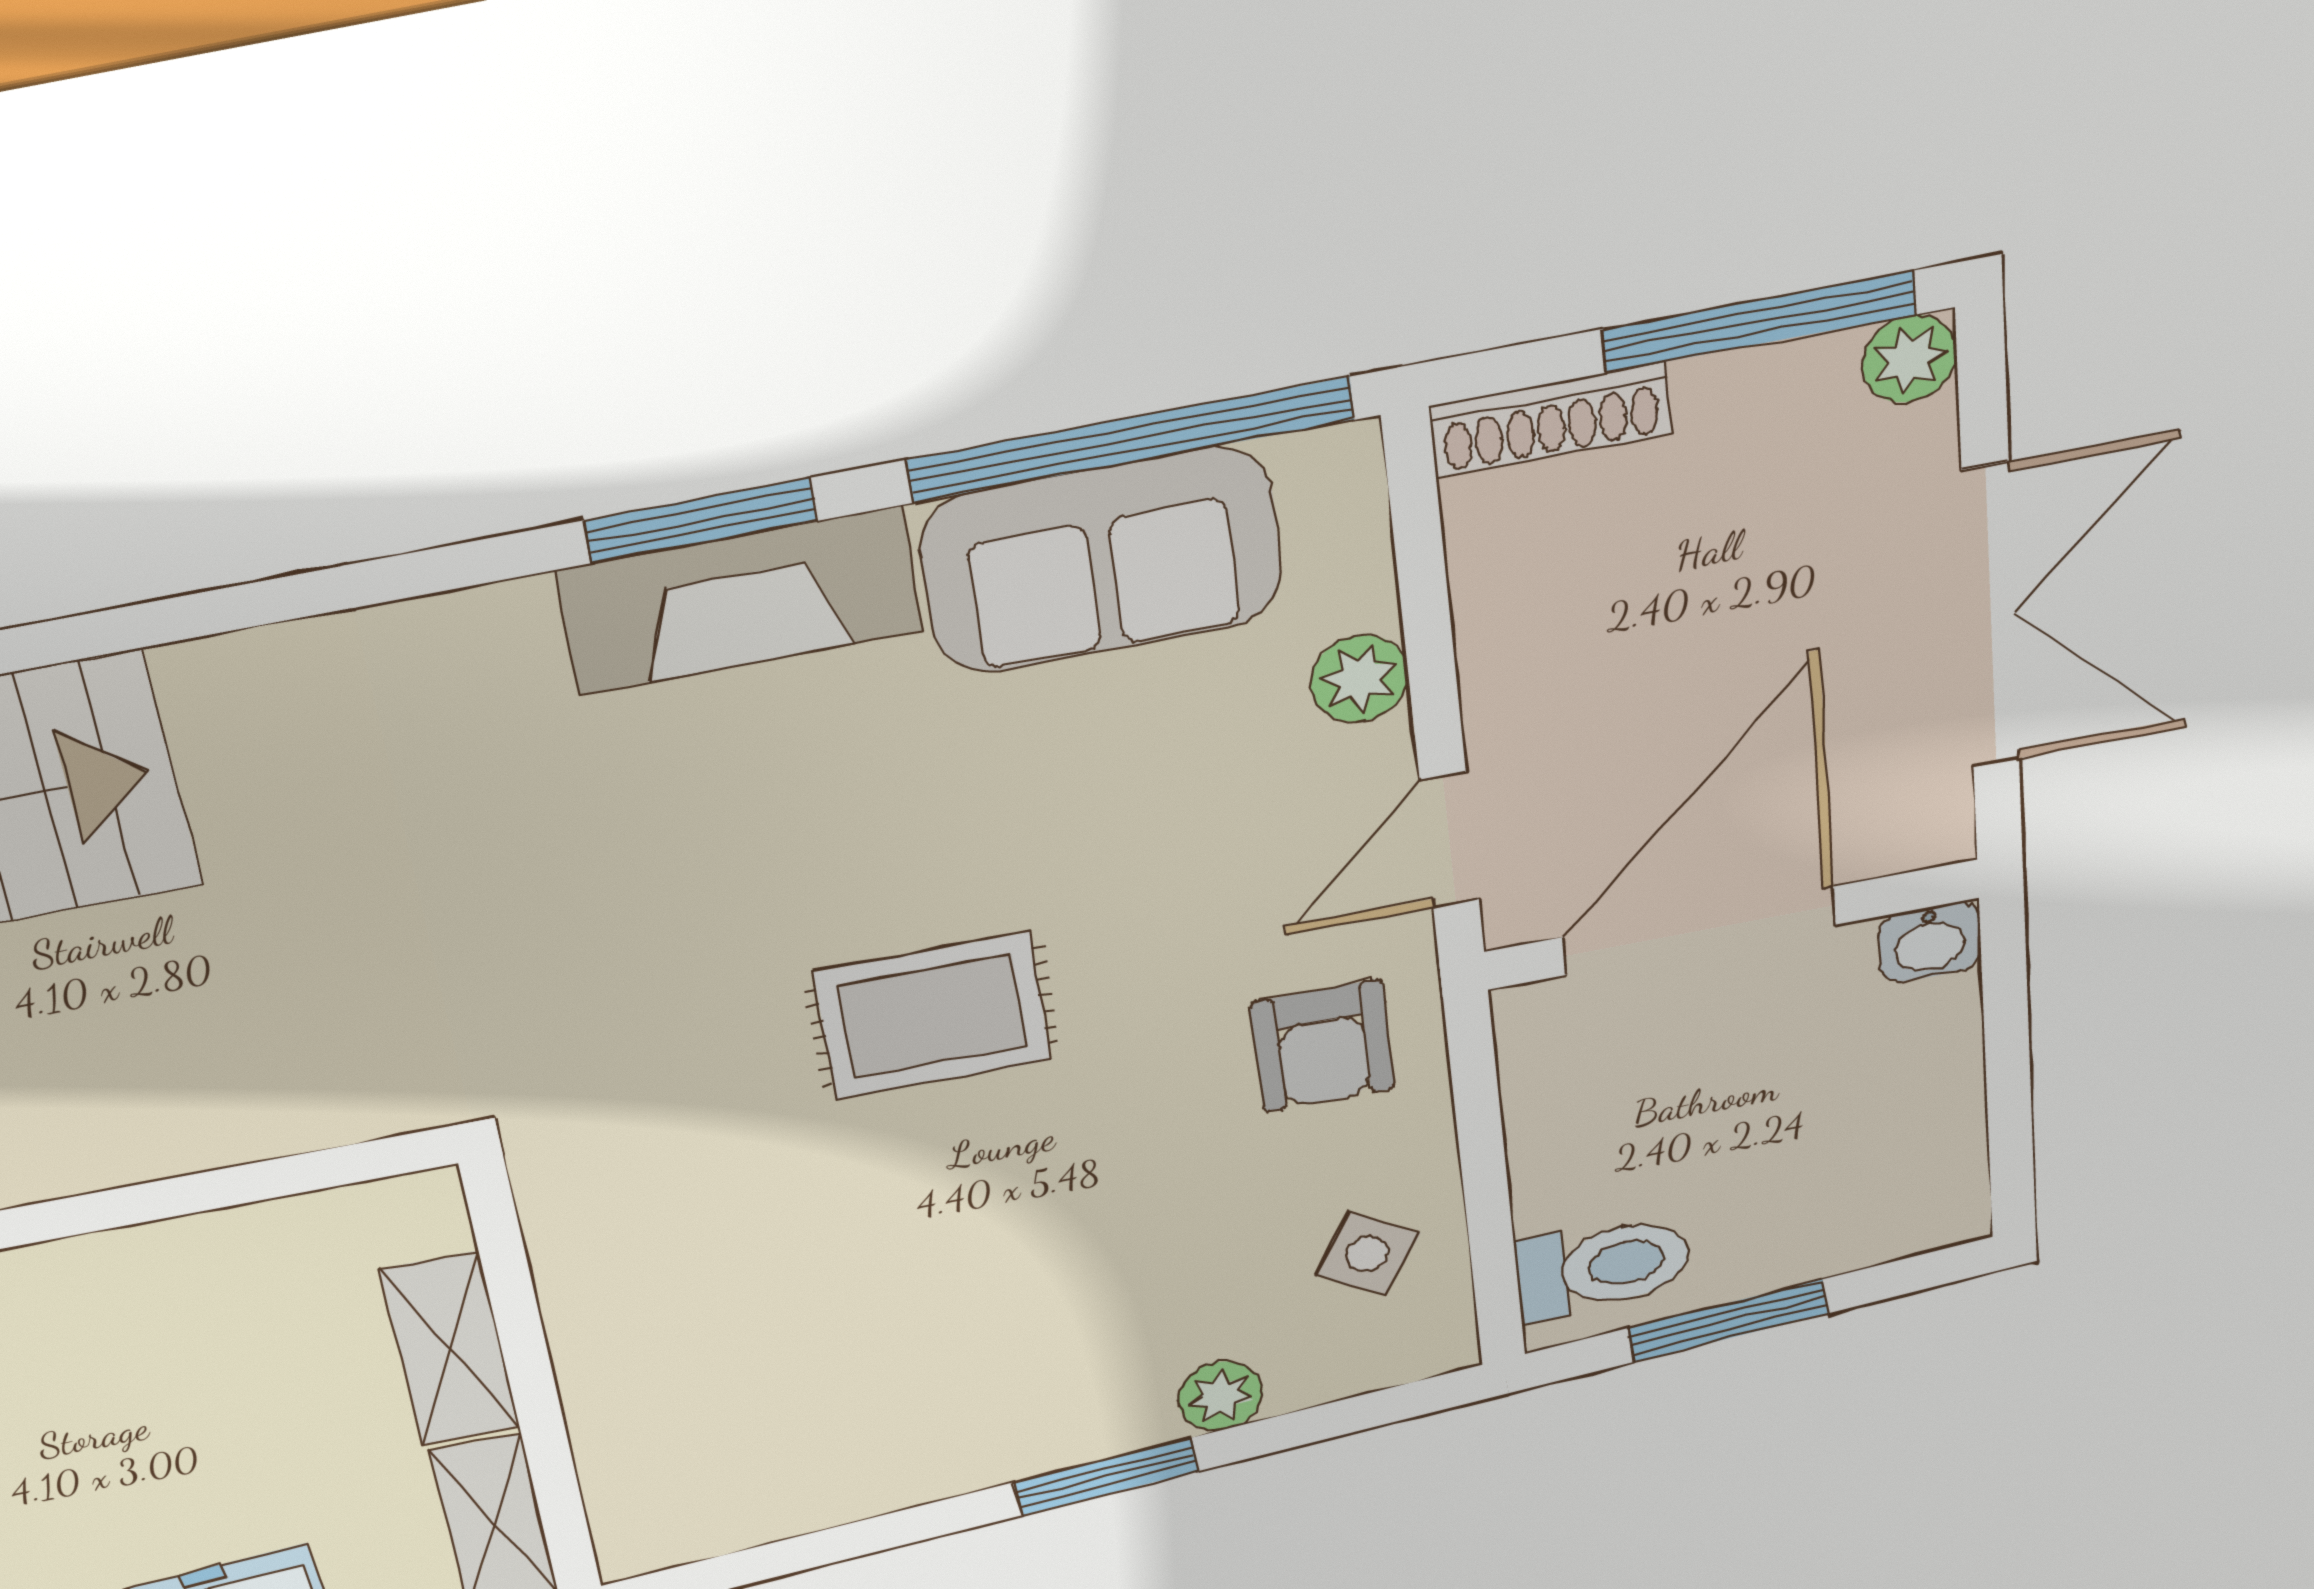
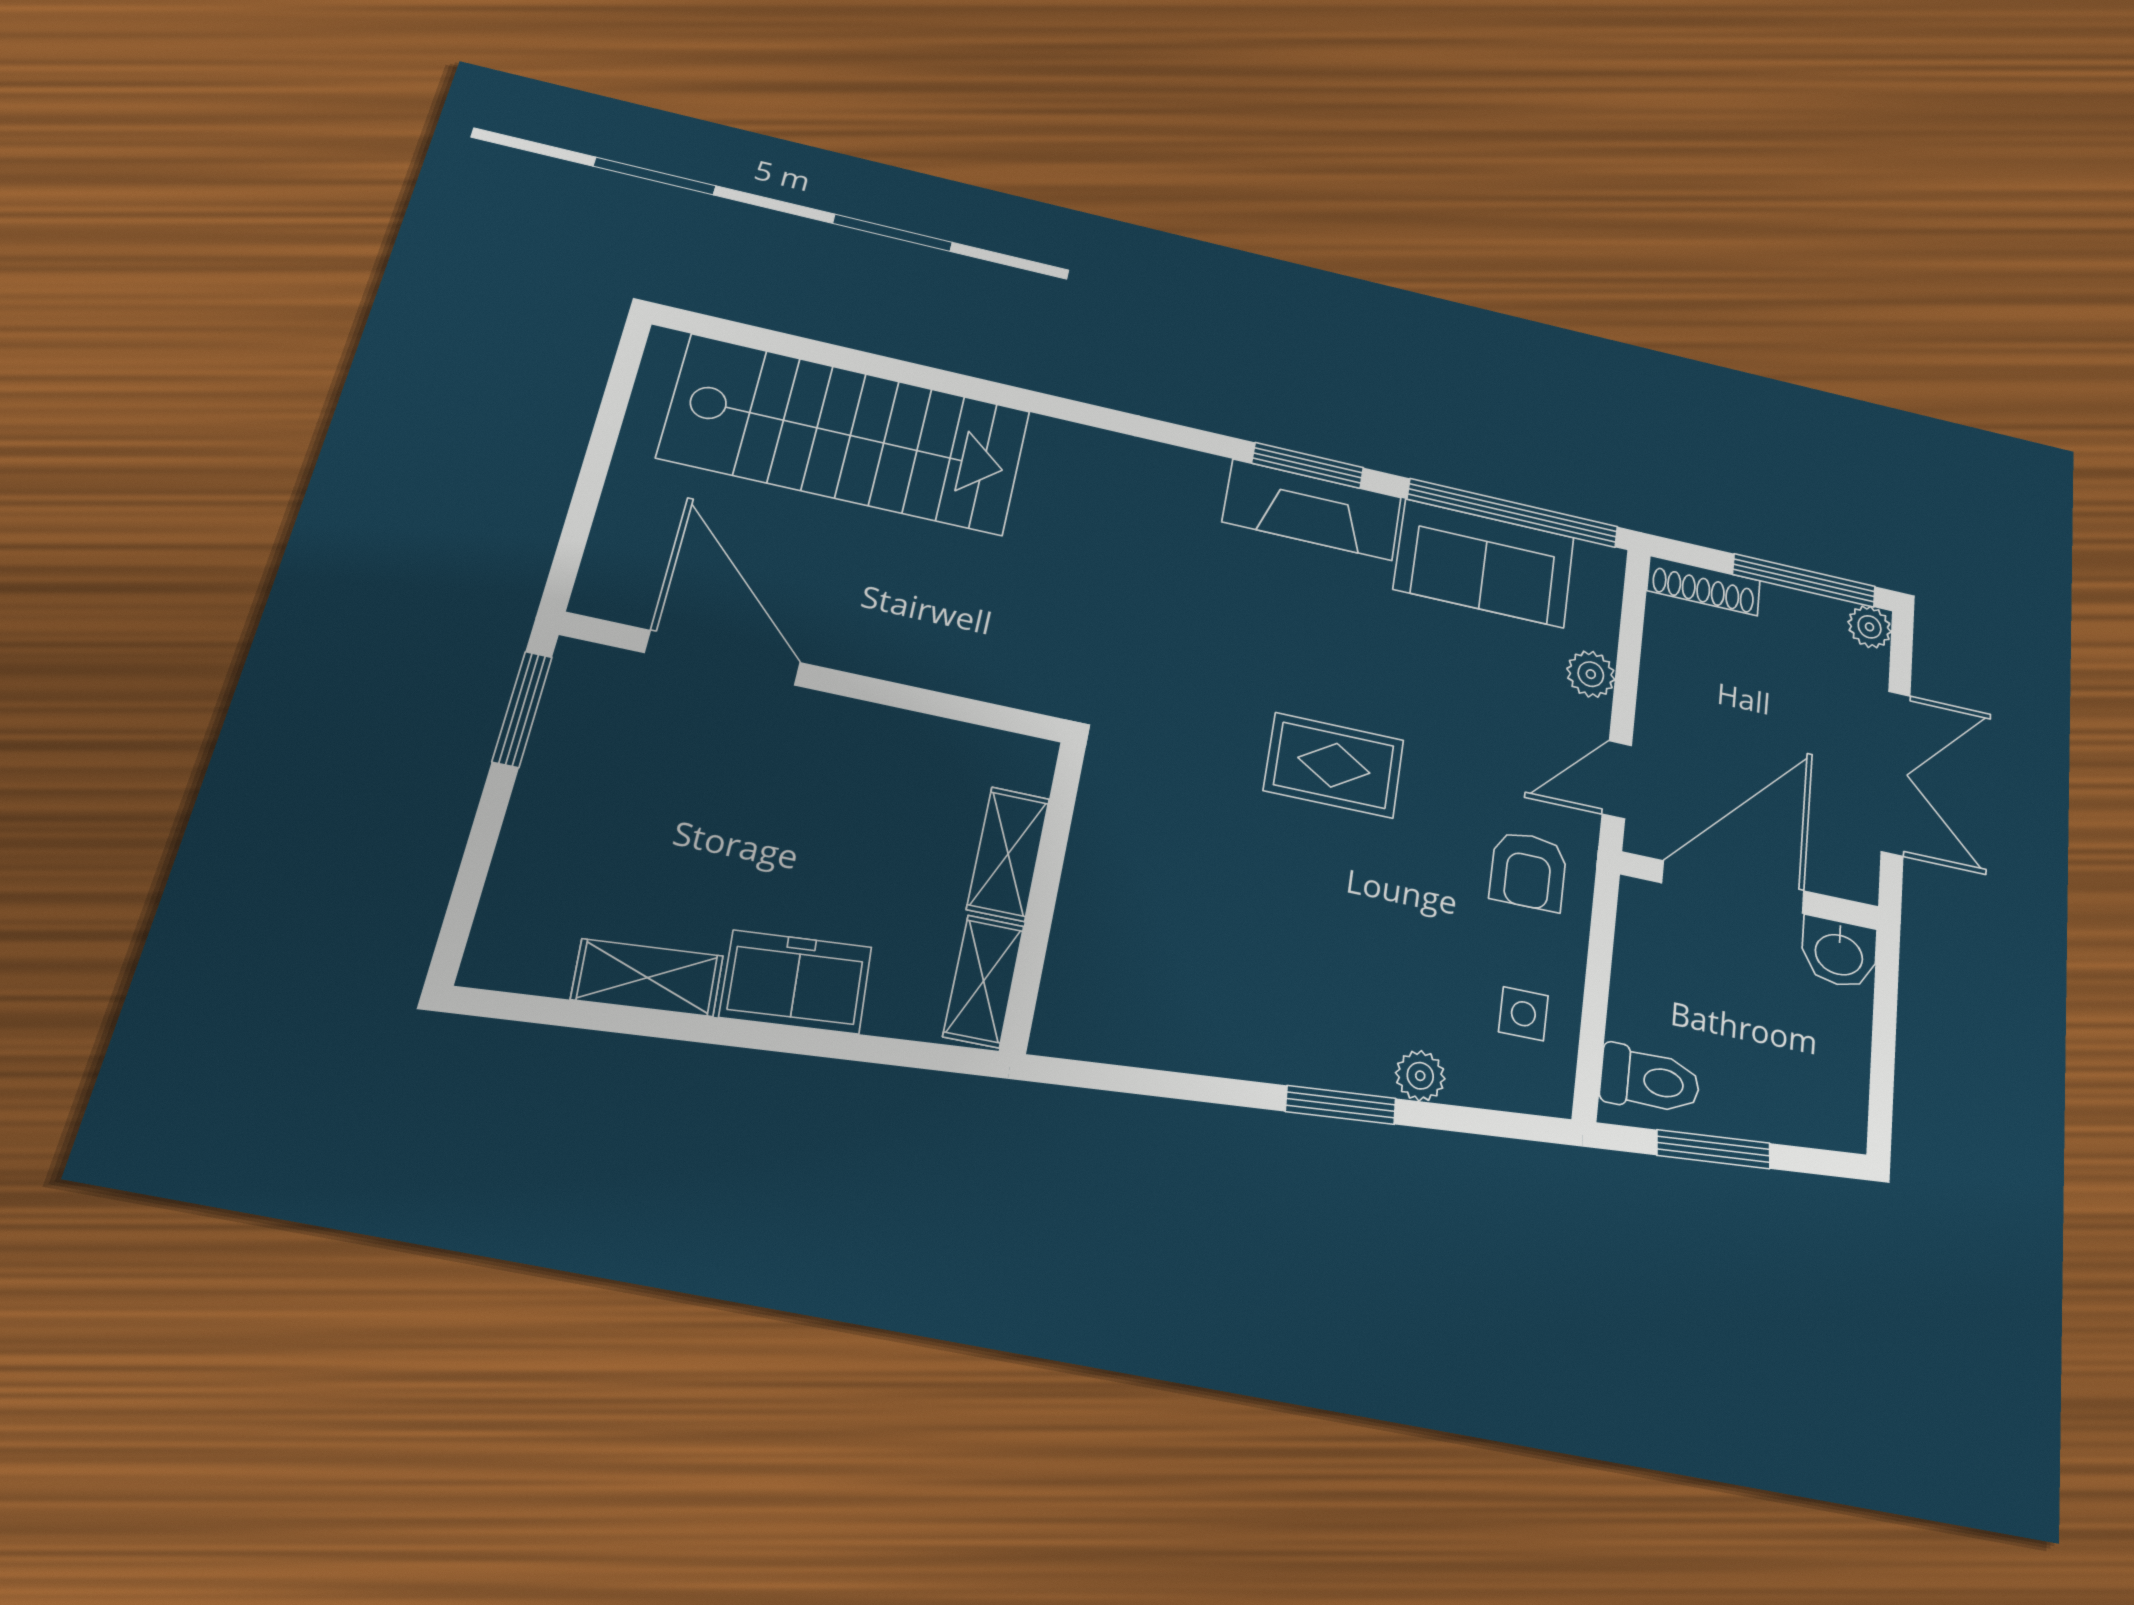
washbasin: (1930, 942) -> (1839, 953), width x1.38, depth x1.45
side table: (1367, 1254) -> (1523, 1014), turned -32

